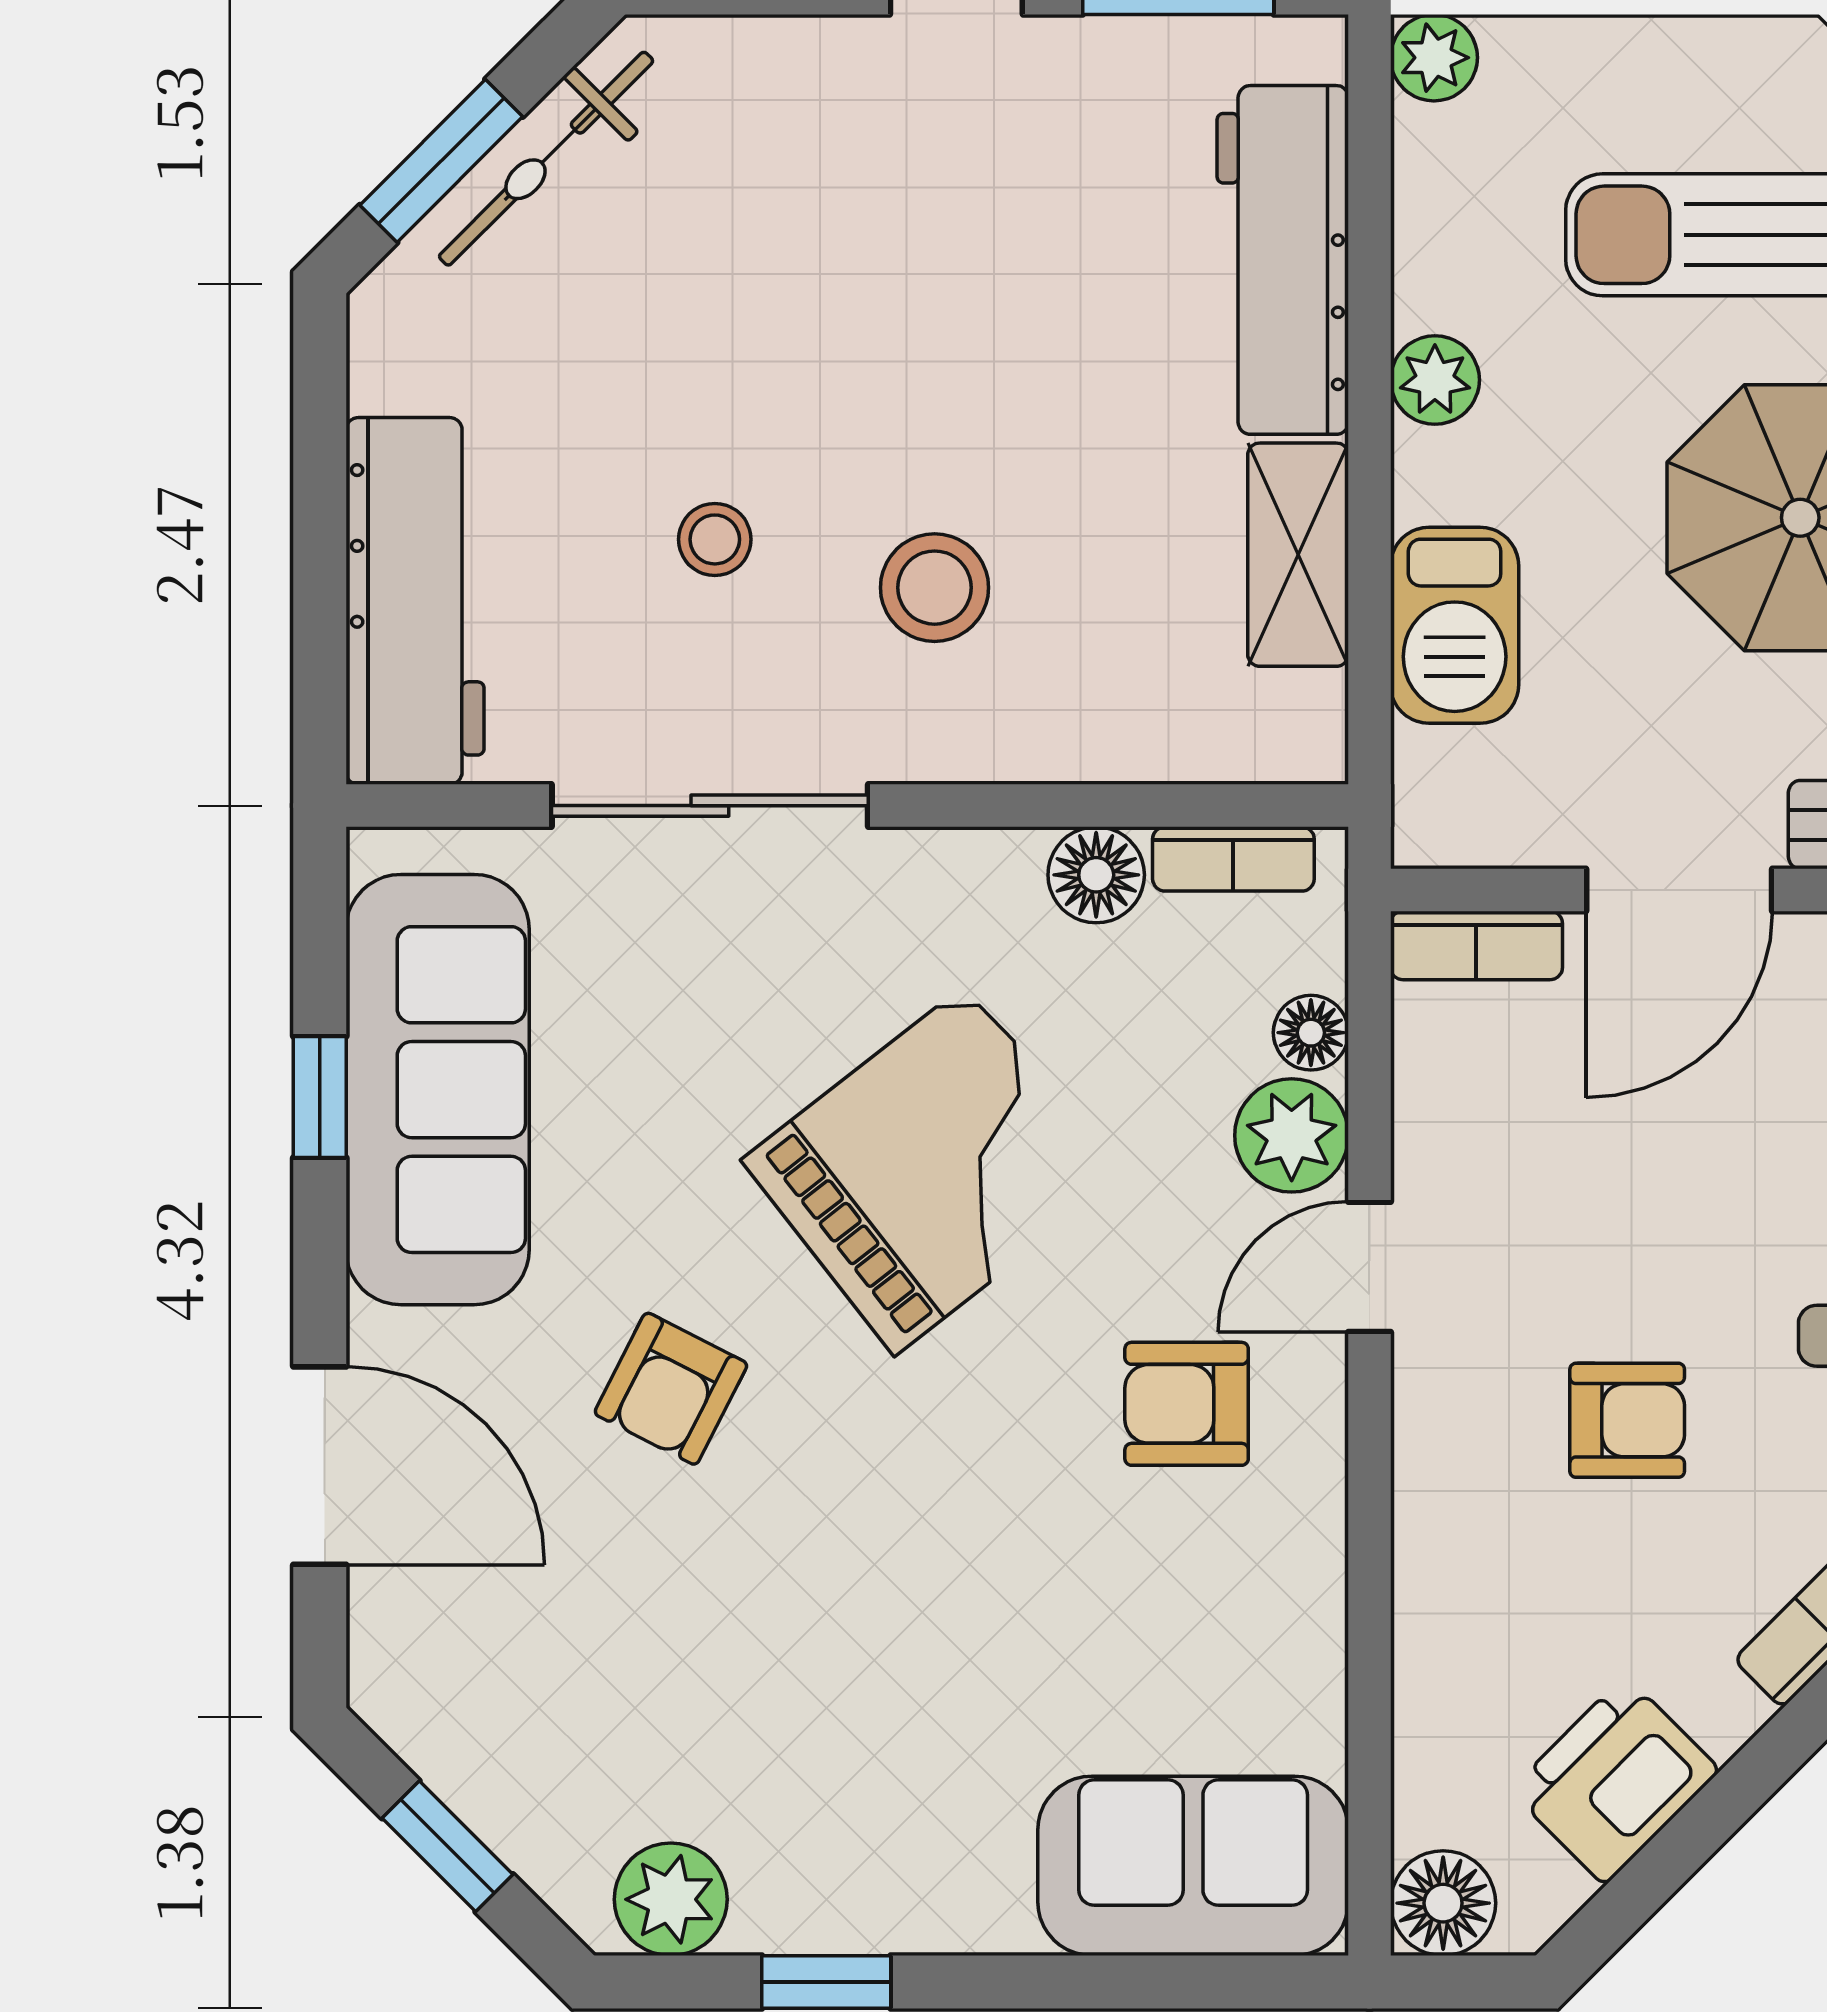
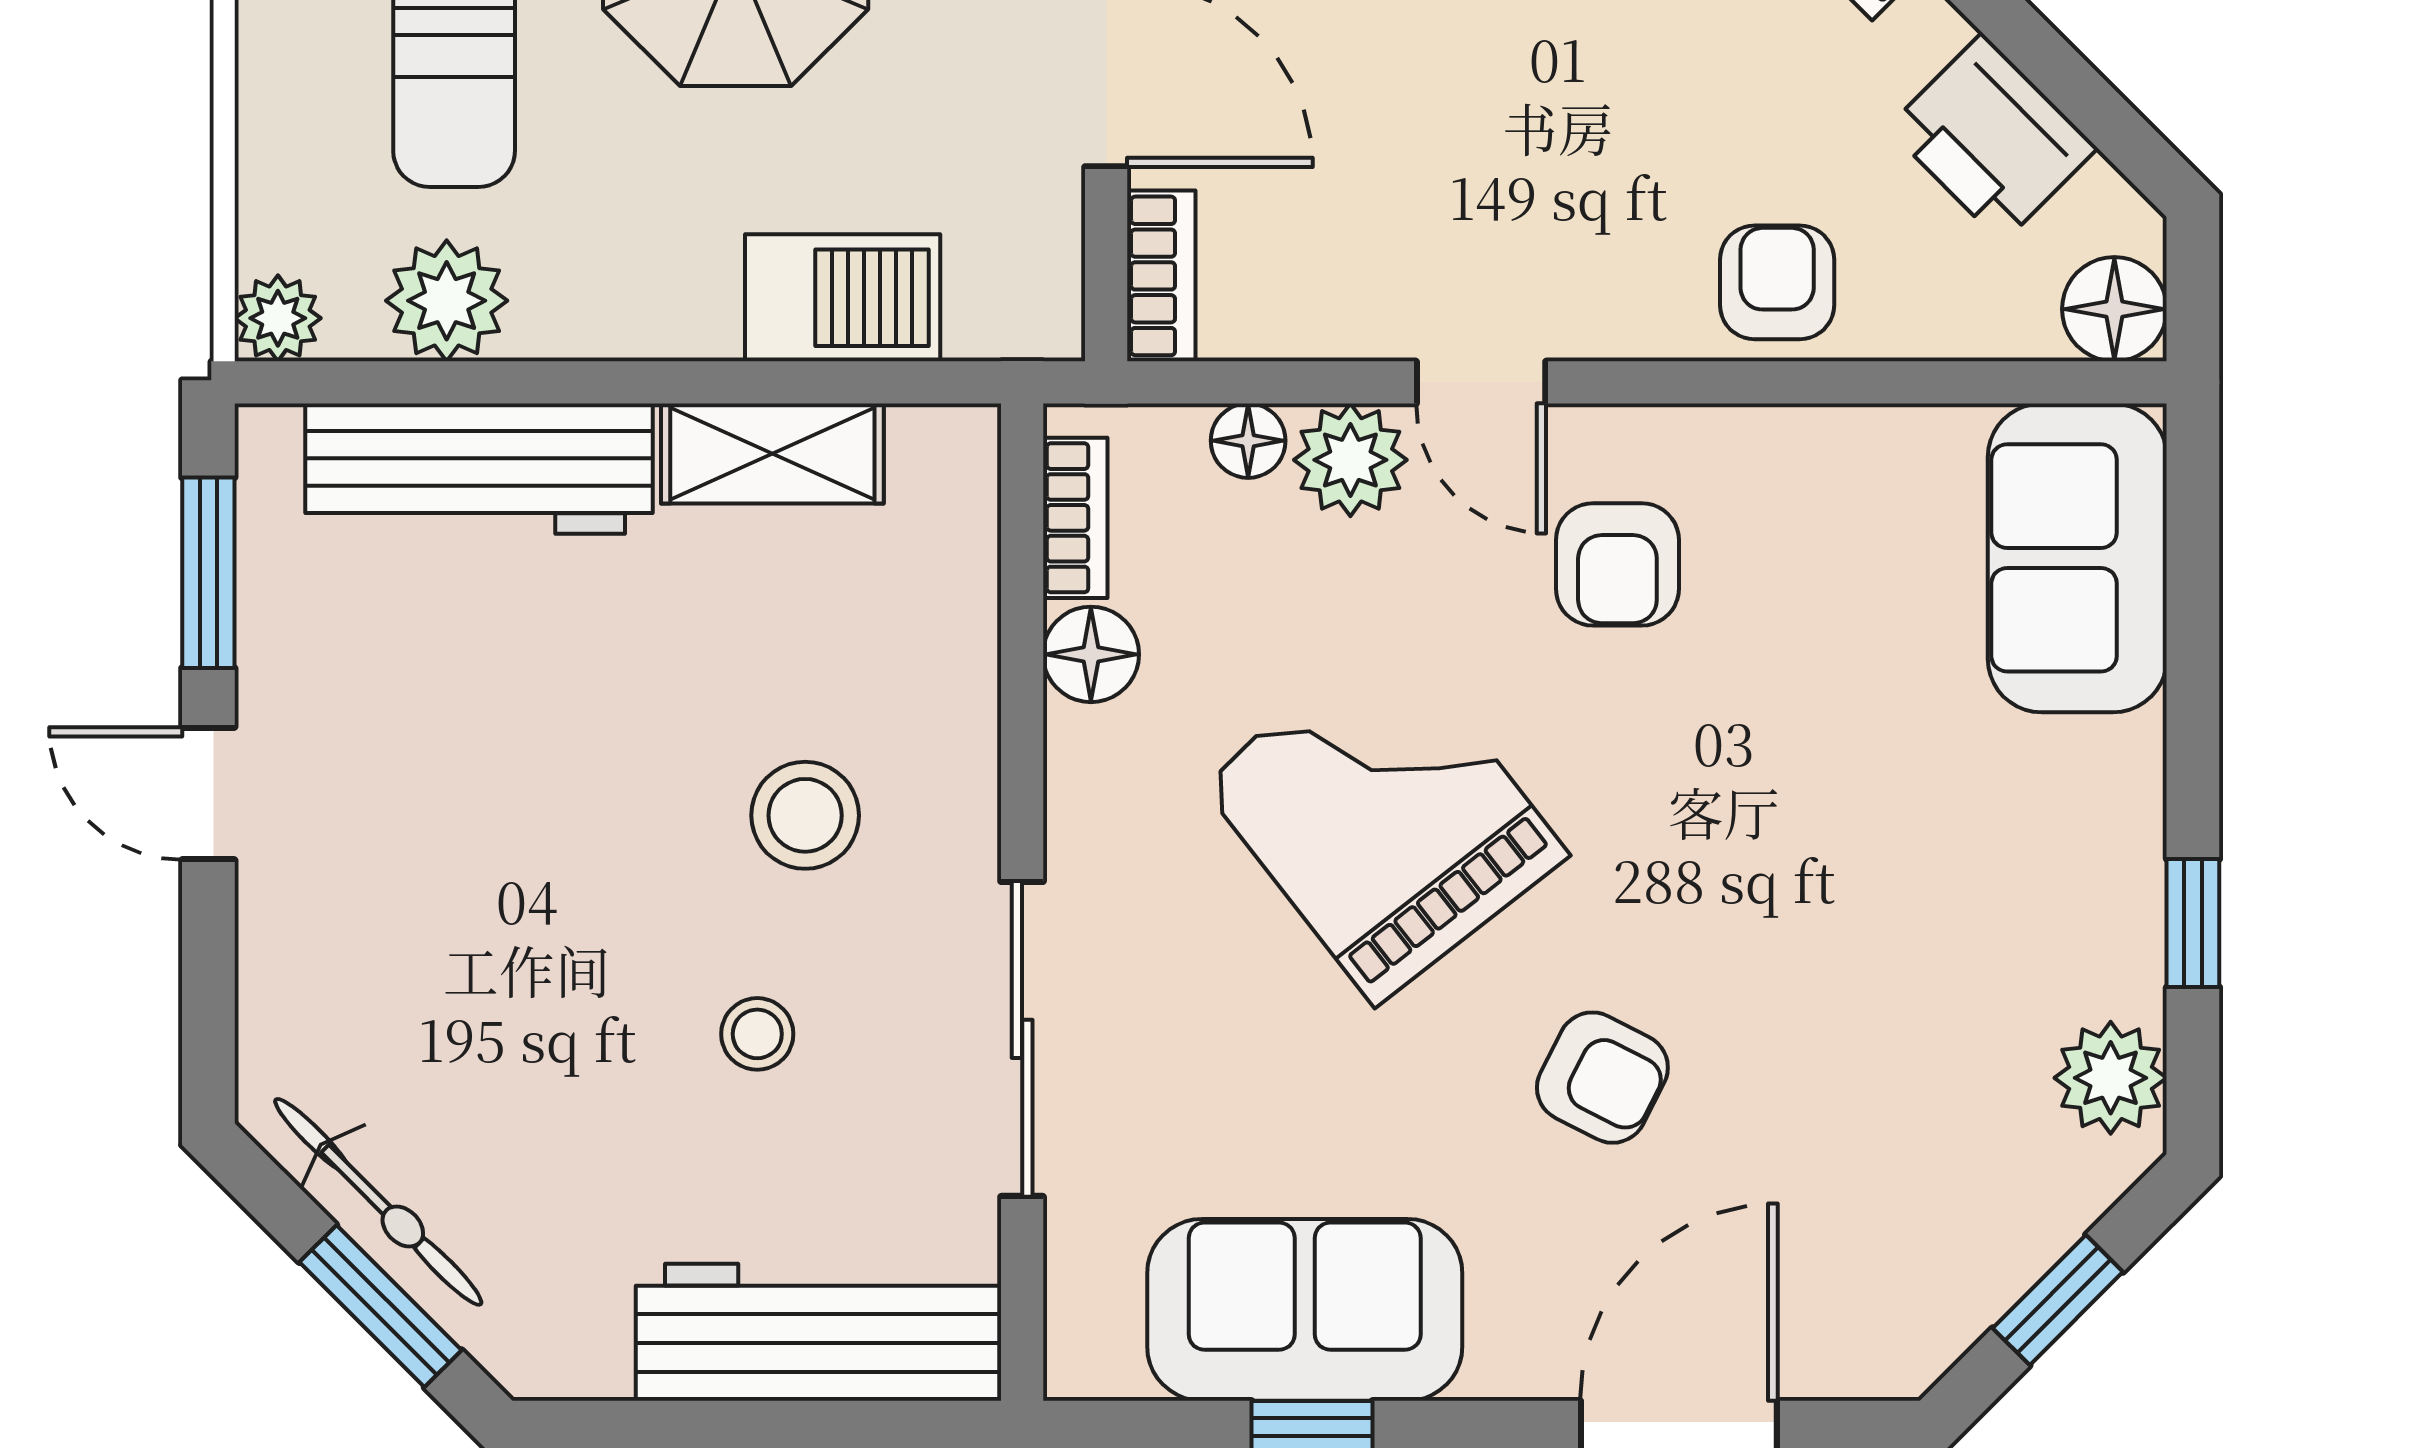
plant: (1435, 380) -> (447, 301), moved, width x1.38, depth x1.38
sofa: (438, 1090) -> (1305, 1310), width x0.73
armchair: (1627, 1420) -> (1777, 282), moved

